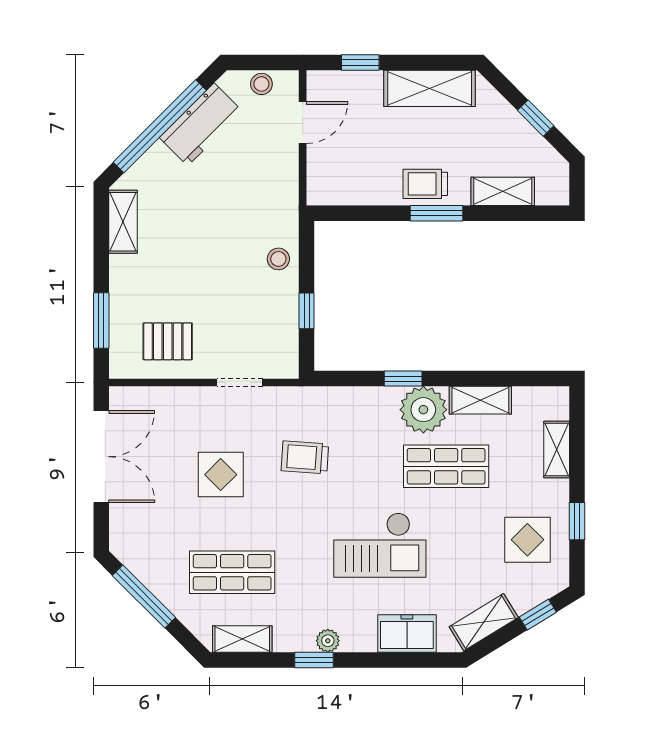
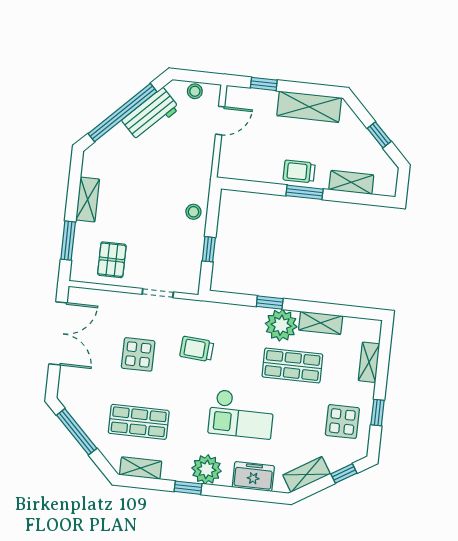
shelving: (123, 222) -> (88, 199), moved
pallet: (168, 341) -> (112, 260), turned 90
plant: (328, 641) -> (207, 469), width x1.88, depth x1.88

